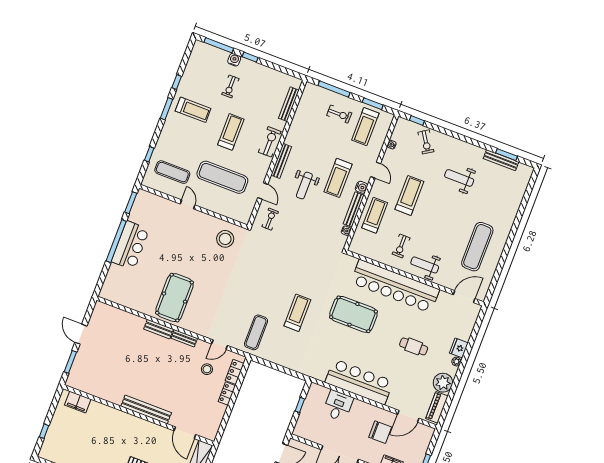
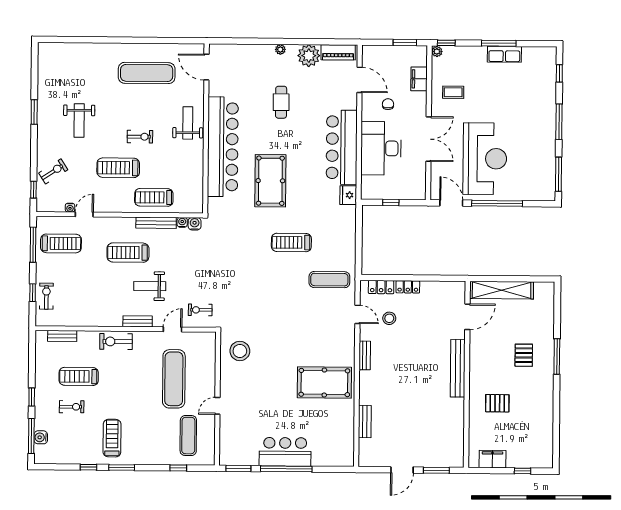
water cooler: (234, 60) -> (41, 437), moved
window: (334, 89) -> (33, 293), width x0.46
bench: (289, 104) -> (62, 336), width x0.73
window: (373, 104) -> (33, 245), width x1.44
exercise bike: (339, 114) -> (46, 296), moved
treadmill: (231, 132) -> (79, 376), moved
window: (507, 155) -> (34, 112), moved
bench: (501, 160) -> (43, 82), removed
bench: (281, 161) -> (138, 321), width x0.73
door: (376, 170) -> (84, 214), moved
treadmill: (338, 178) -> (128, 253), turned 180
weight bench: (304, 186) -> (150, 286), turned 180
water cooler: (361, 187) -> (195, 224), moved
exercise bike: (401, 246) -> (140, 137), moved
weight bench: (425, 265) -> (188, 123), turned 180
bench: (159, 329) -> (365, 422), moved
fridge: (459, 348) -> (348, 195), moved, turned 90
filing cabinet: (78, 402) -> (492, 459), moved, turned -90
desk: (338, 406) -> (381, 148), width x1.87, depth x1.30
pallet: (106, 431) -> (497, 403), added
chair: (380, 432) -> (388, 104), width x0.54, depth x0.54

